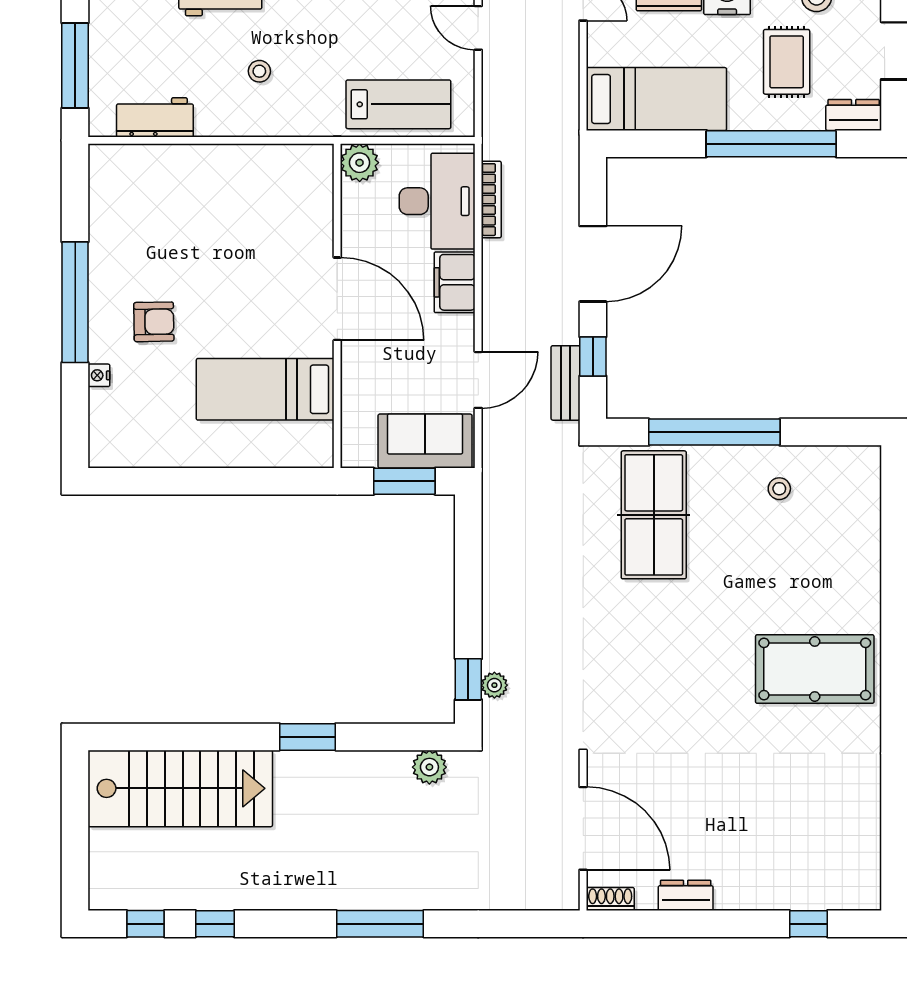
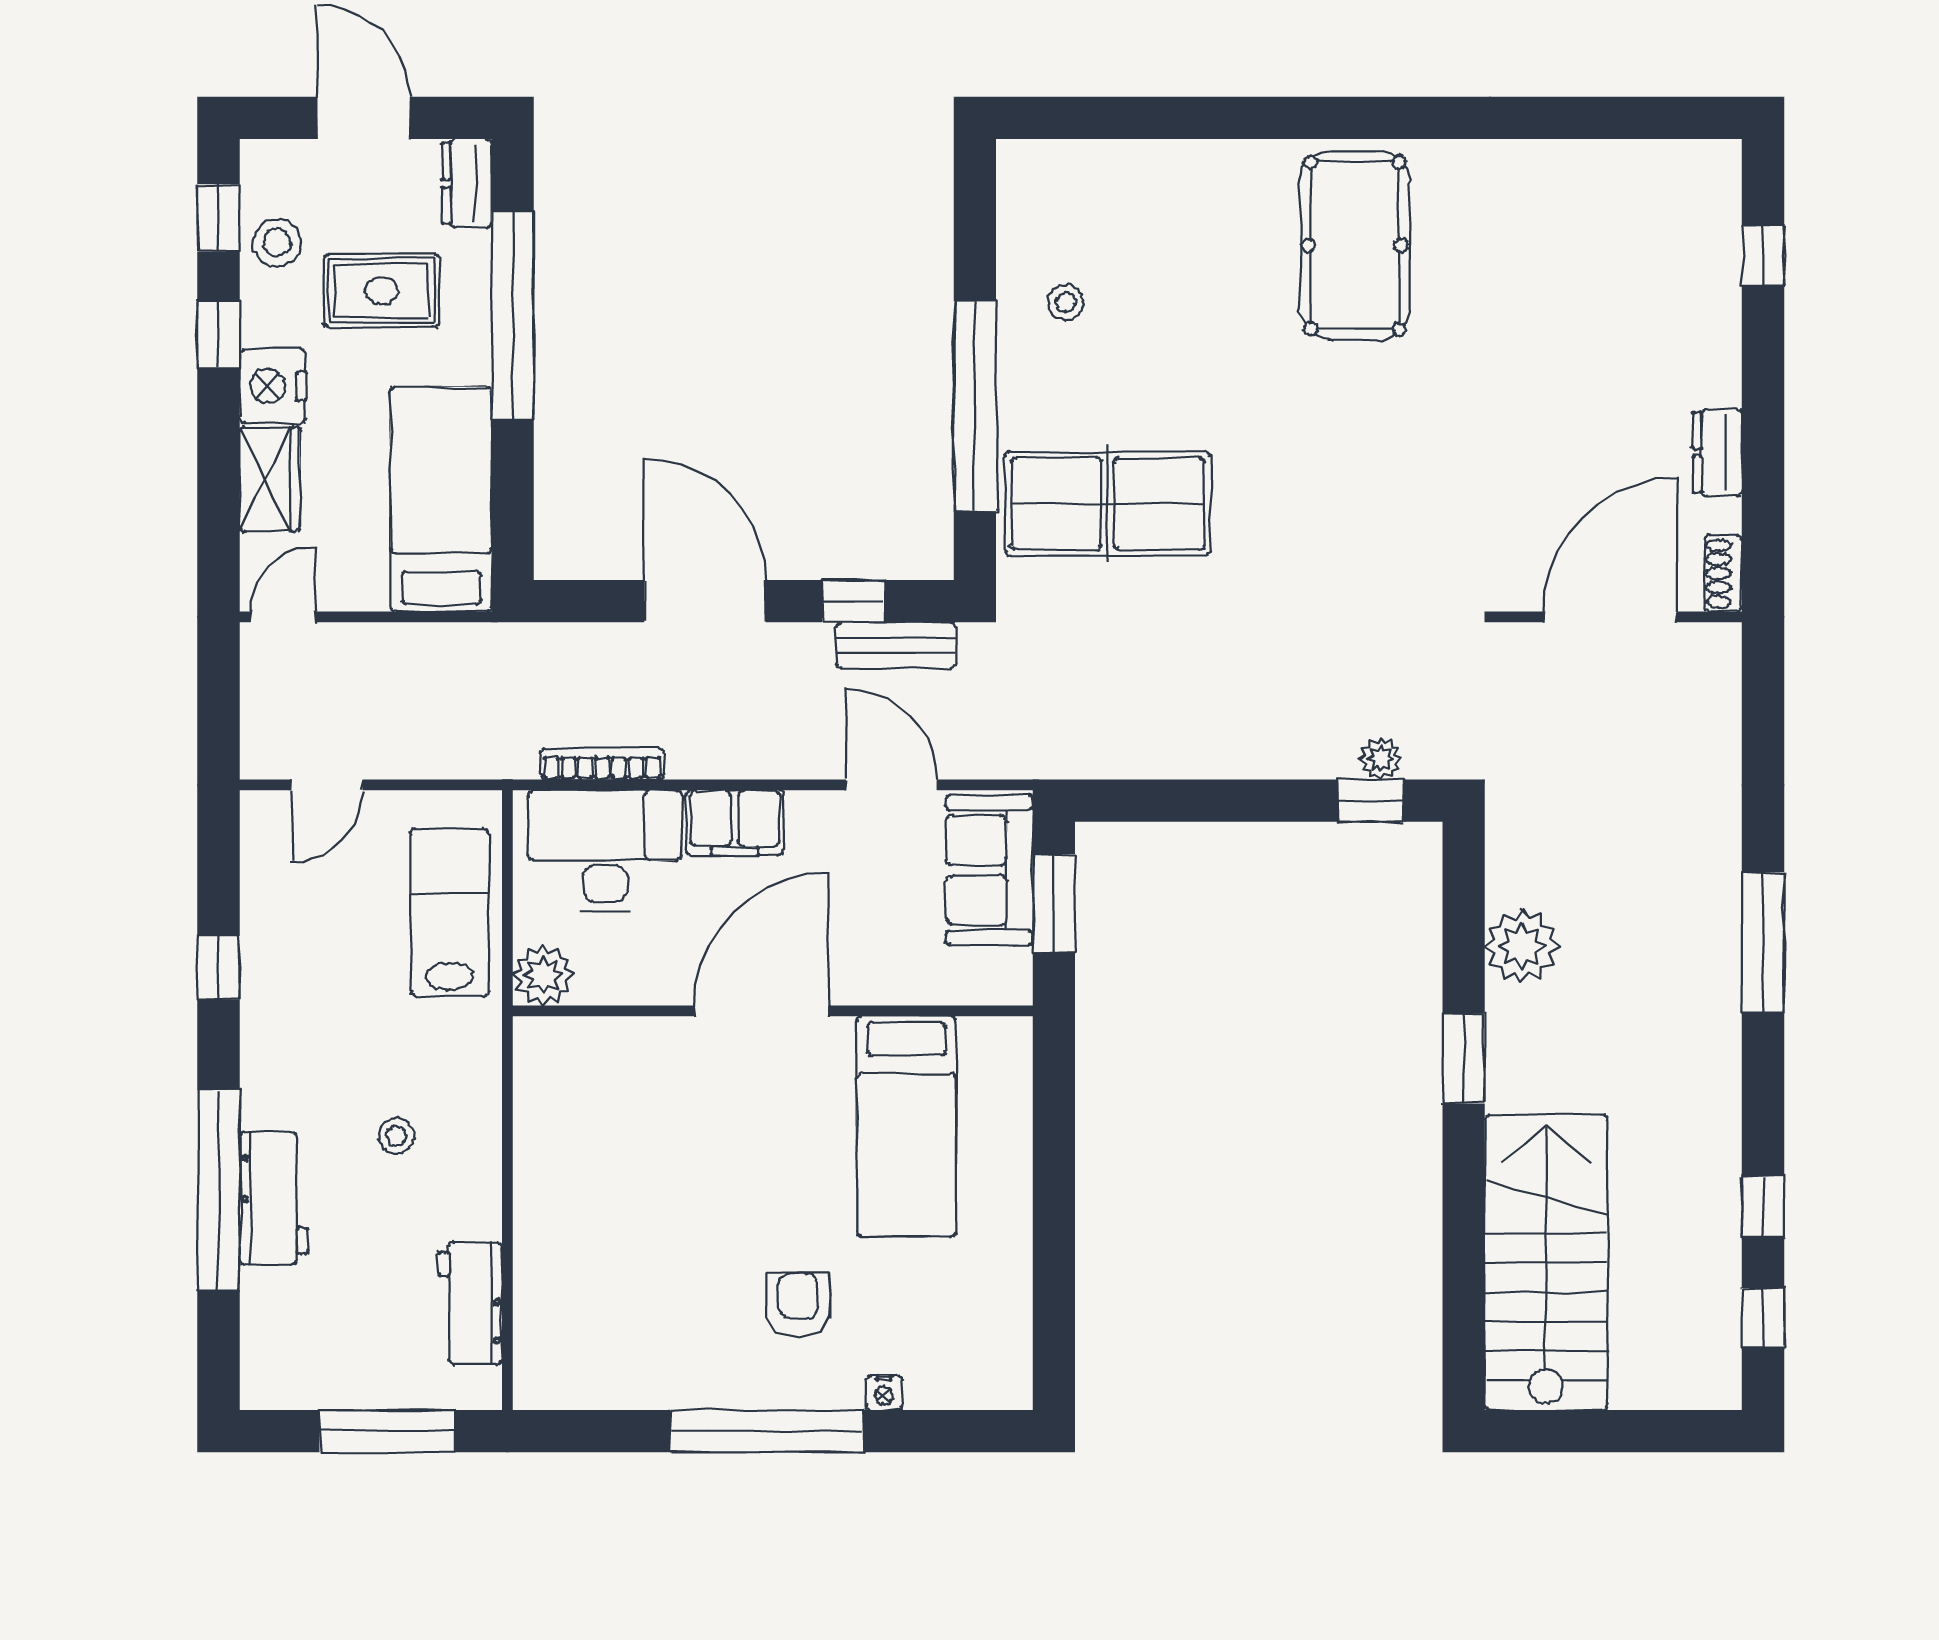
plant: (429, 767) -> (1522, 946), moved, width x1.36, depth x1.36

